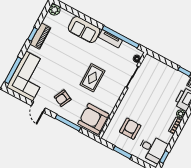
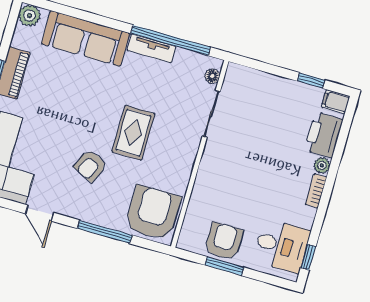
sofa: (84, 30) -> (86, 39), width x1.36
armchair: (63, 98) -> (90, 166), moved
armchair: (93, 119) -> (153, 213), turned 90
armchair: (130, 129) -> (224, 241), moved

